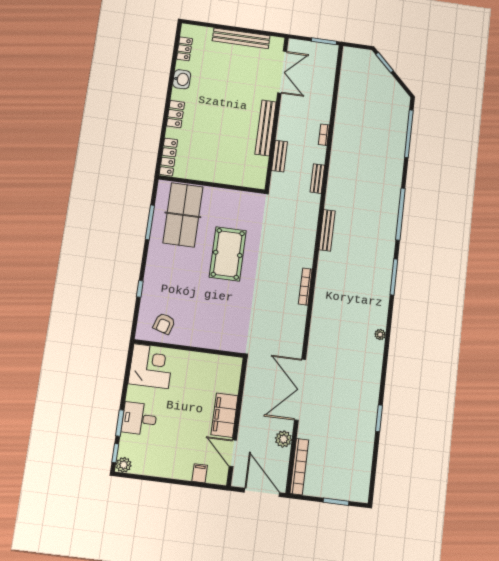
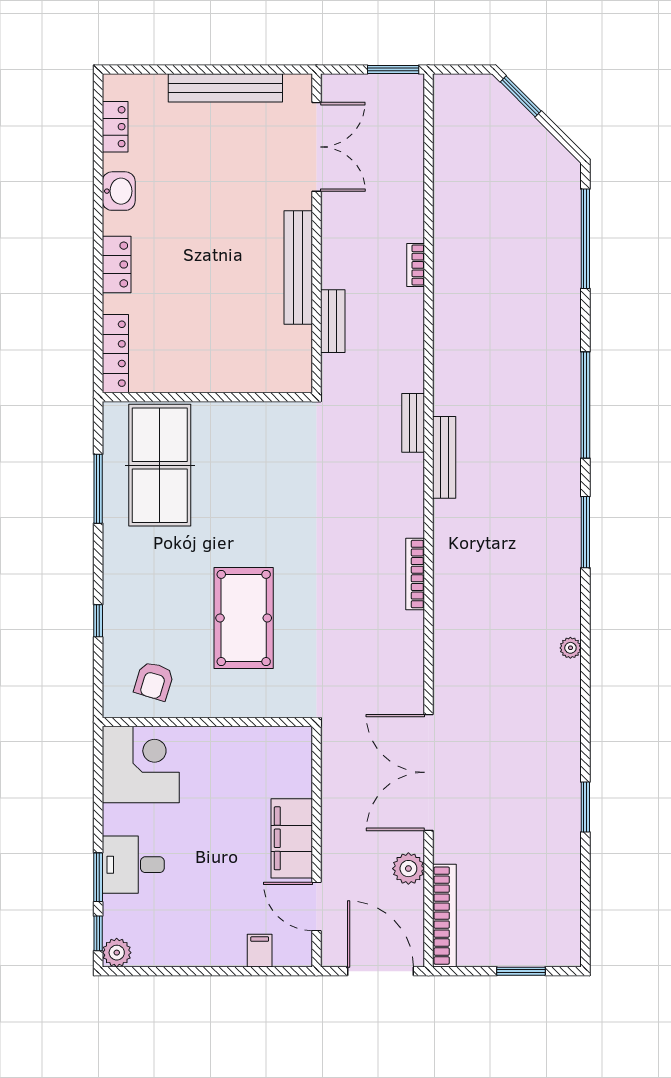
bench: (317, 179) -> (413, 423), moved
pool table: (228, 254) -> (244, 618), moved

